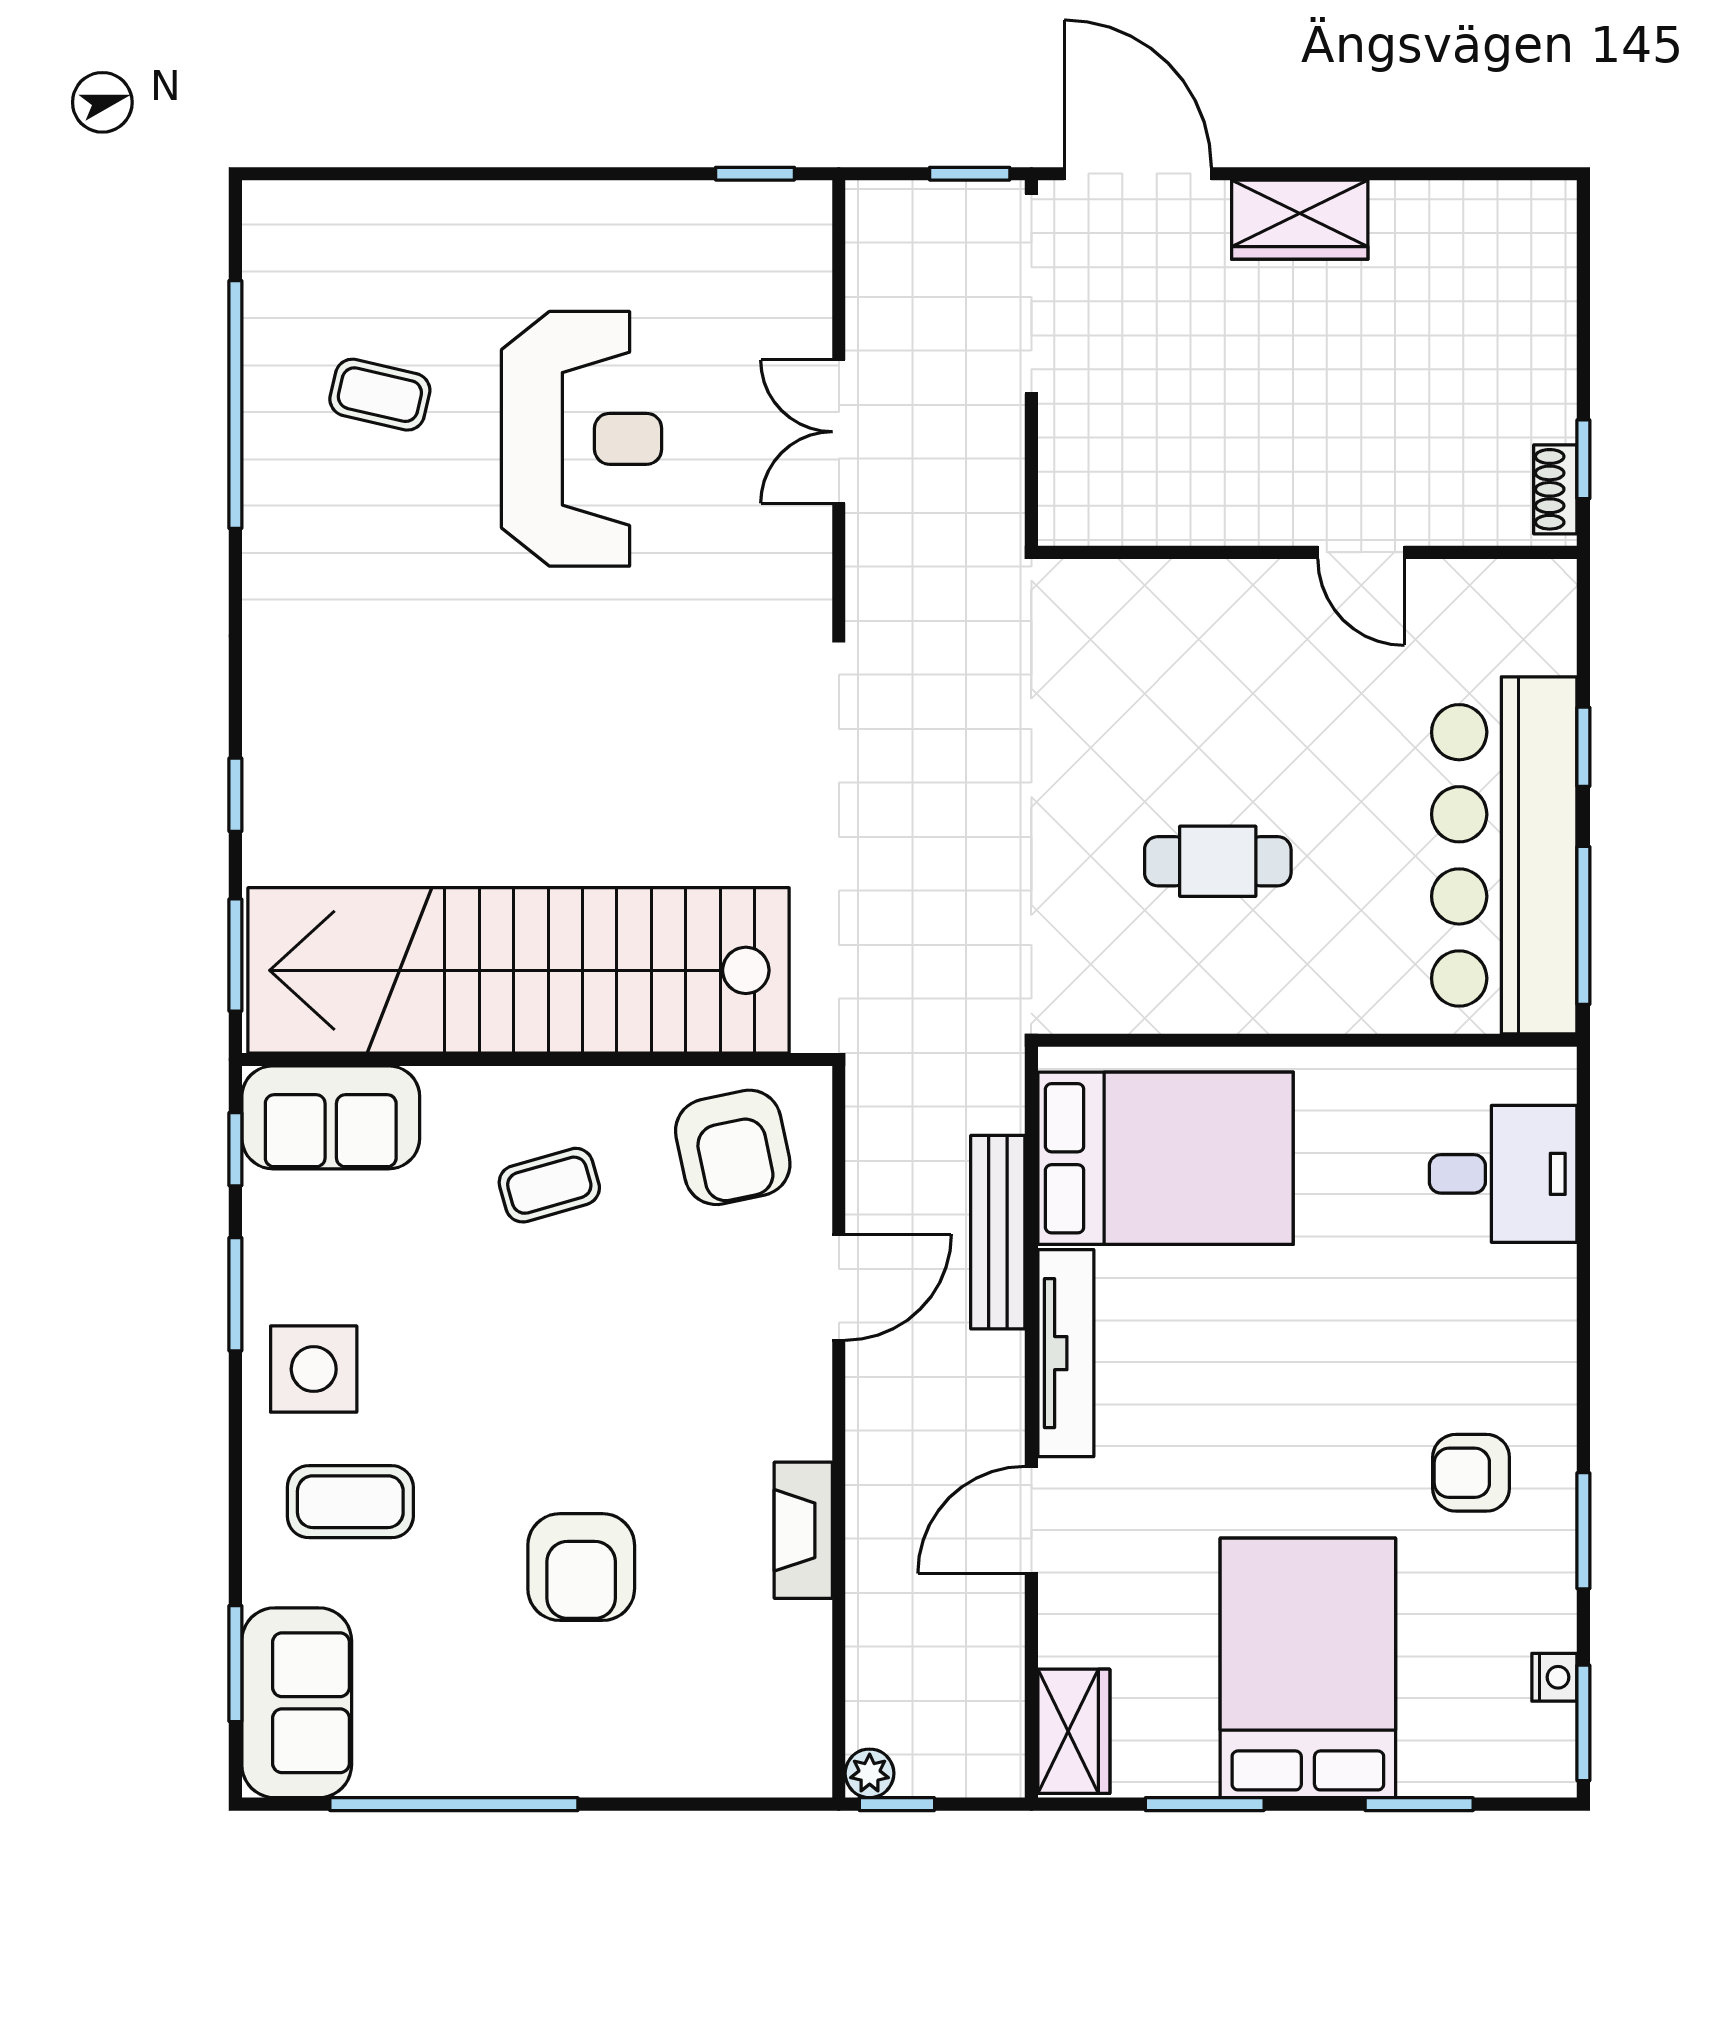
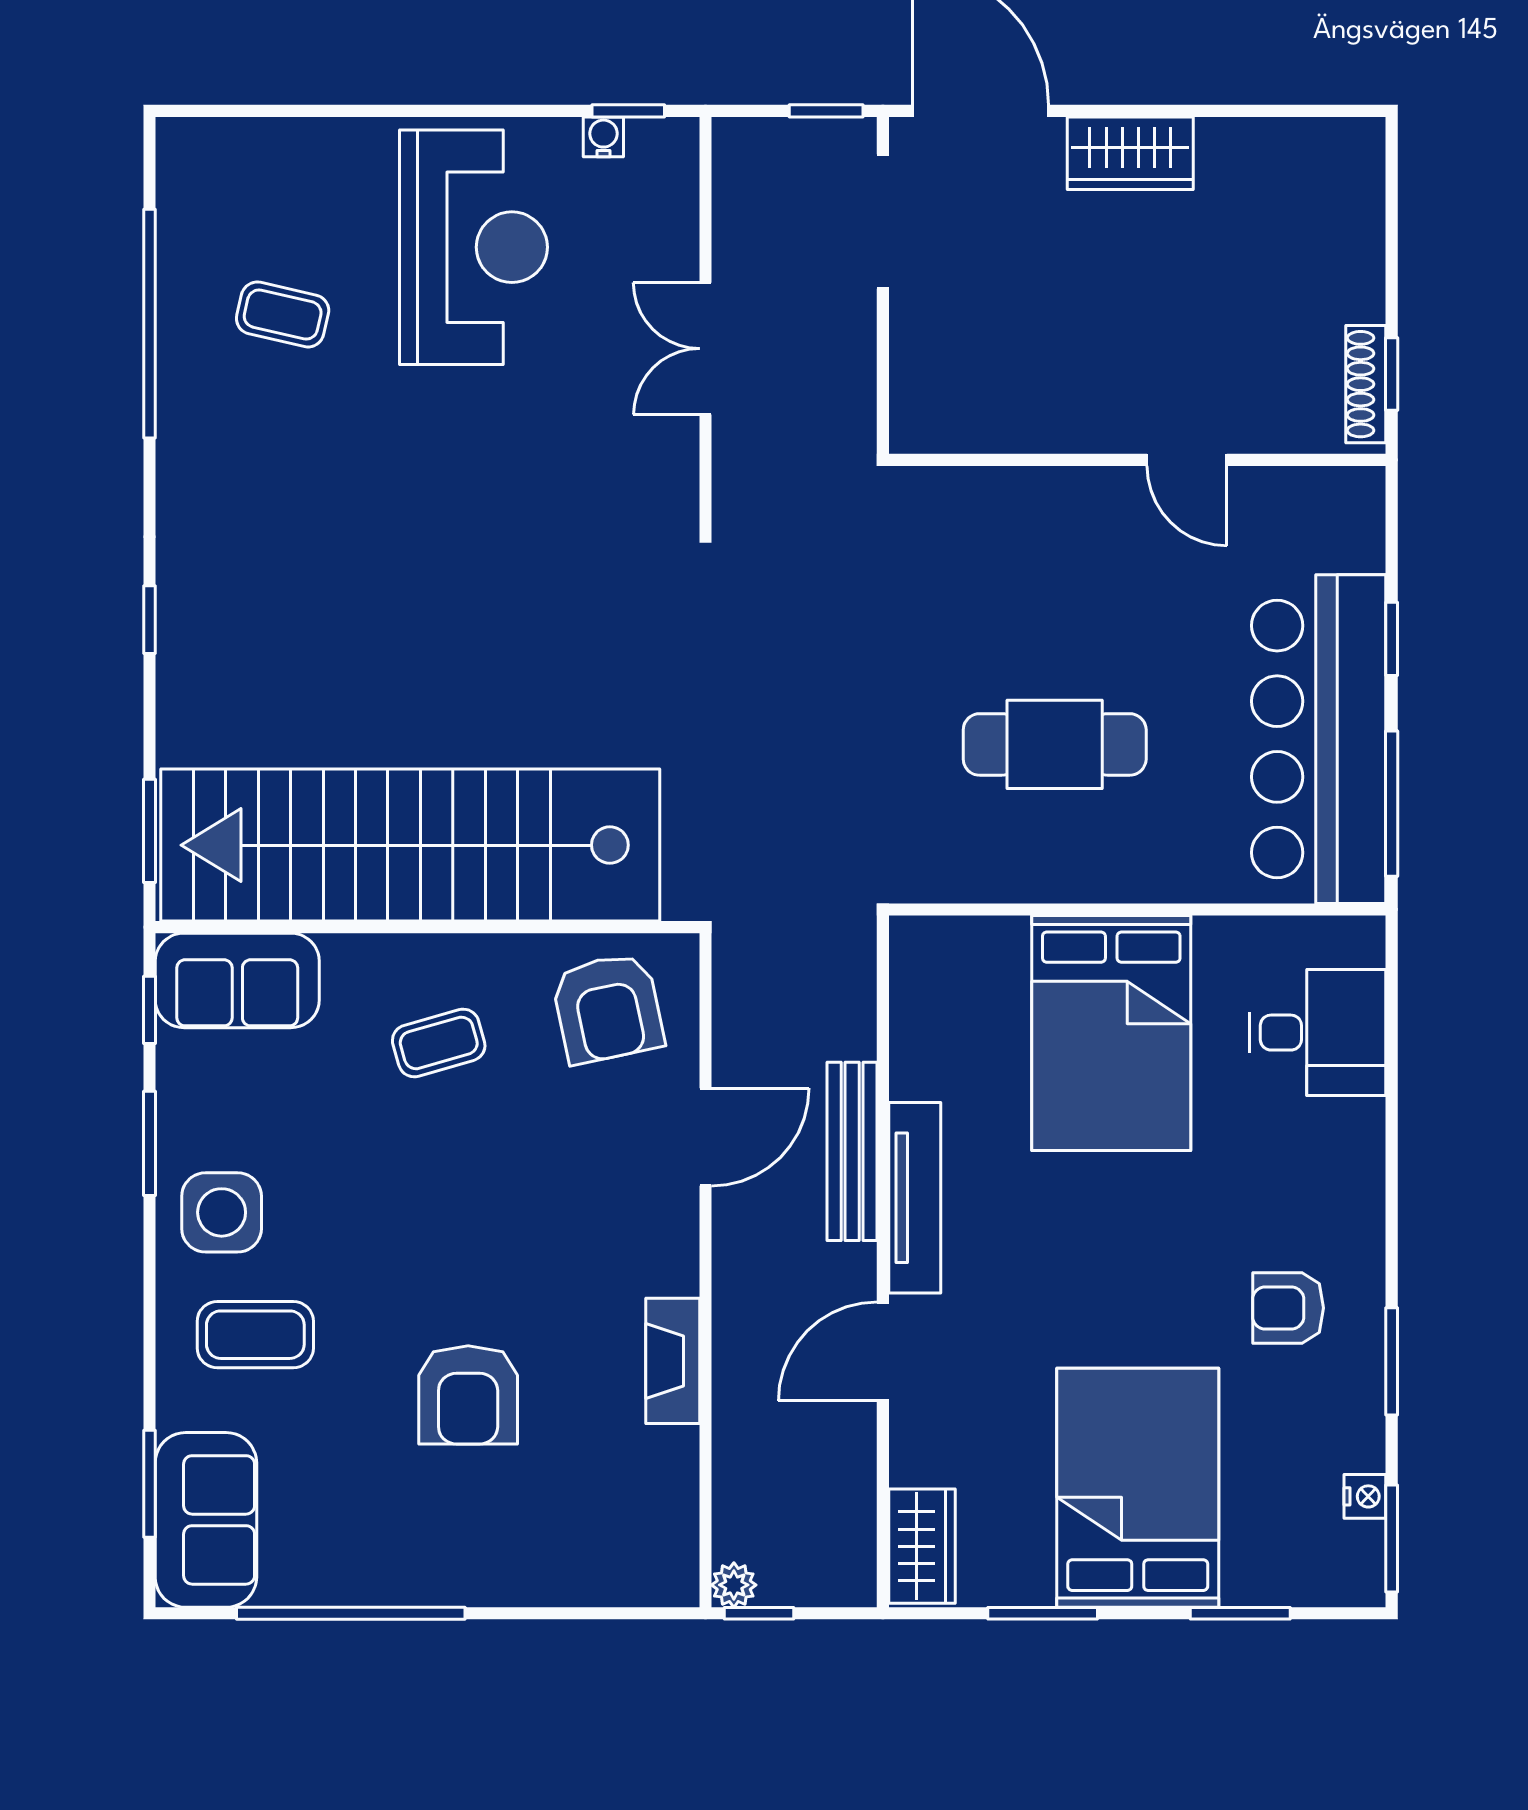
water cooler: (728, 202) -> (603, 137), added
doorway: (1031, 294) -> (883, 221), width x0.73
reception desk: (582, 439) -> (474, 247), moved
shoe rack: (1555, 489) -> (1366, 384), width x1.43
window: (235, 795) -> (149, 620), moved
cafe table: (1218, 861) -> (1055, 744), width x1.37, depth x1.35
bed: (1165, 1158) -> (1111, 1033), moved, turned 90
bench: (998, 1232) -> (852, 1151), moved

